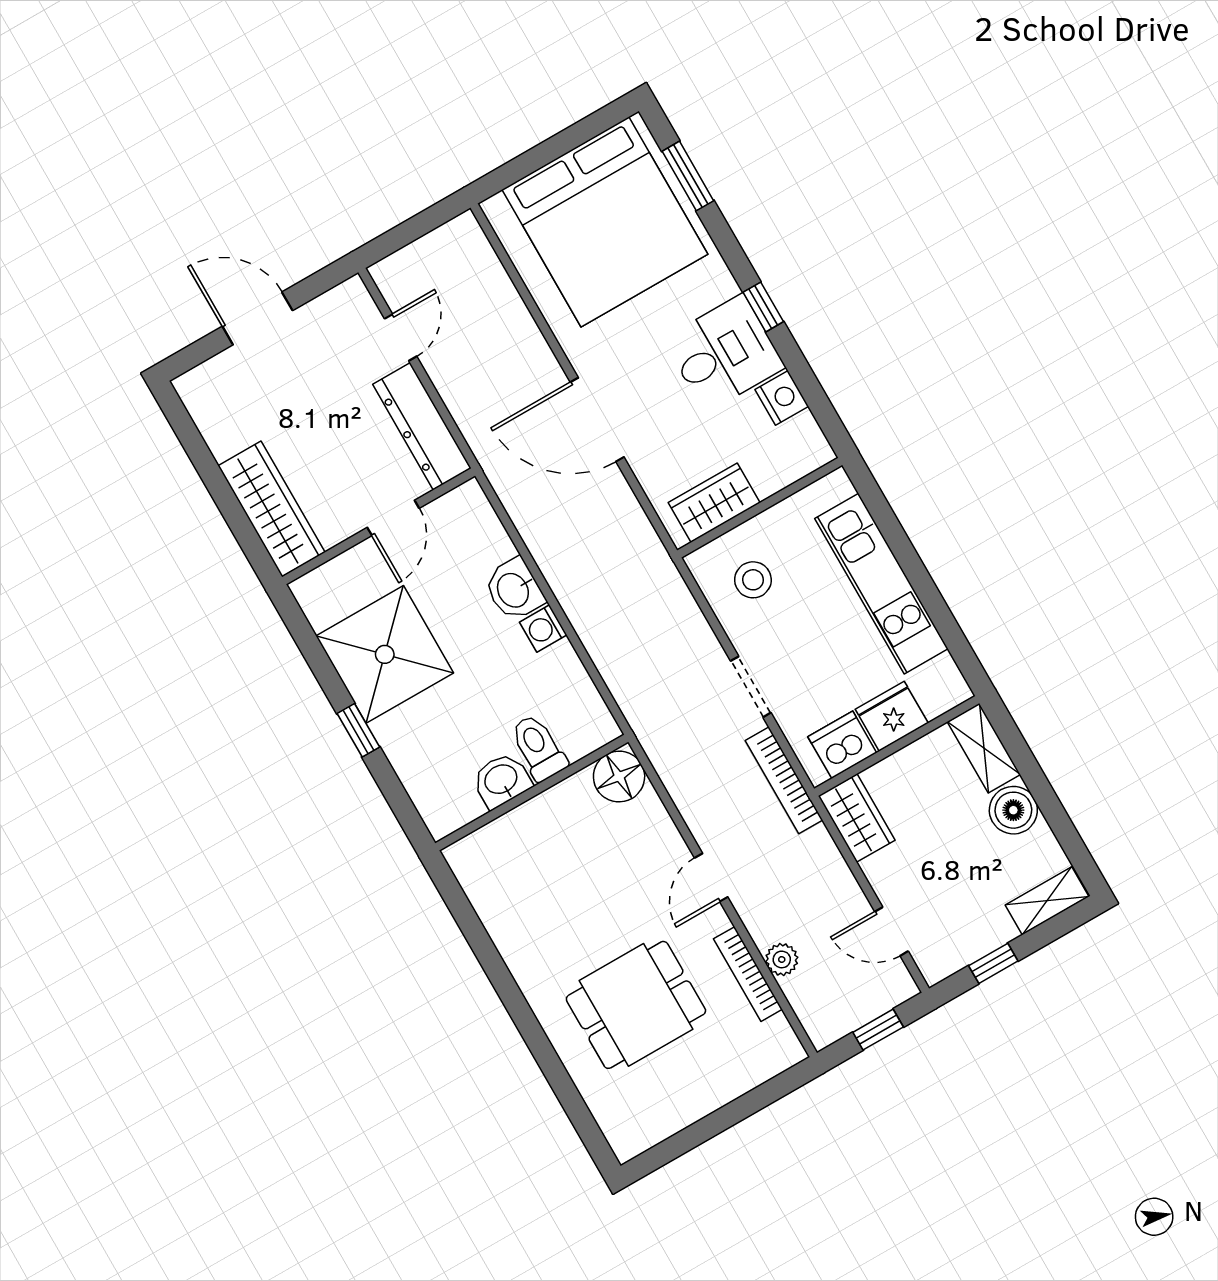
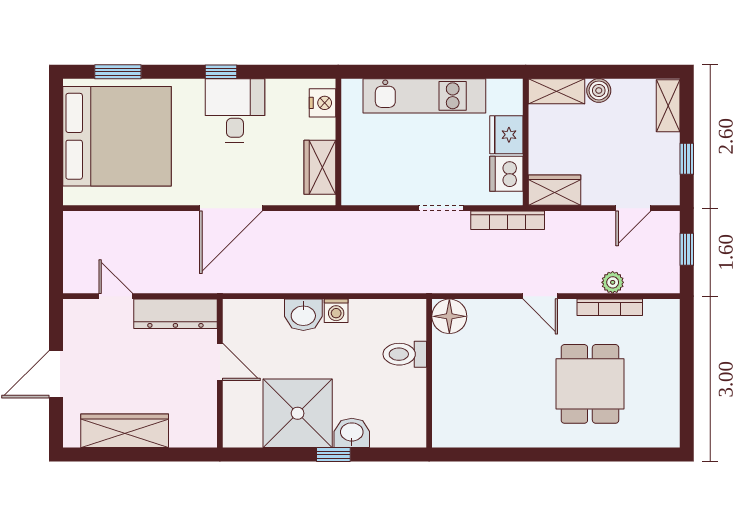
nightstand: (782, 398) -> (323, 103), moved, turned 90
wardrobe: (271, 509) -> (125, 431), moved
stool: (753, 580) -> (379, 170), removed
washbasin: (501, 780) -> (352, 433), moved, turned 90
boiler: (1013, 810) -> (599, 90), width x0.73, depth x0.73

